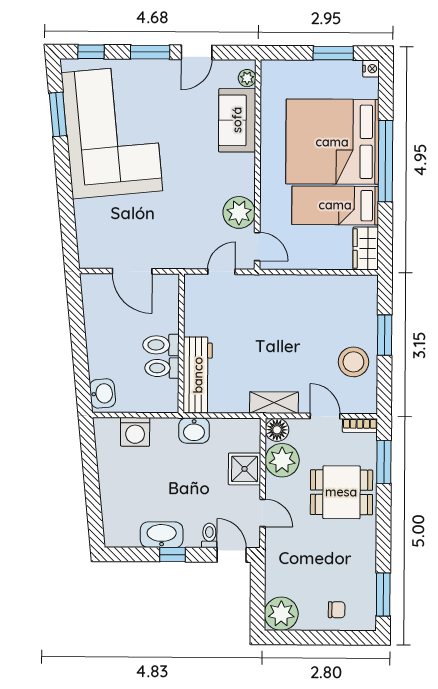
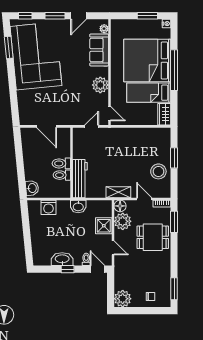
plant: (239, 212) -> (100, 85), moved

